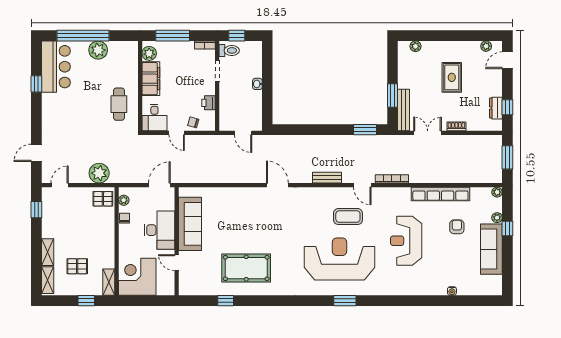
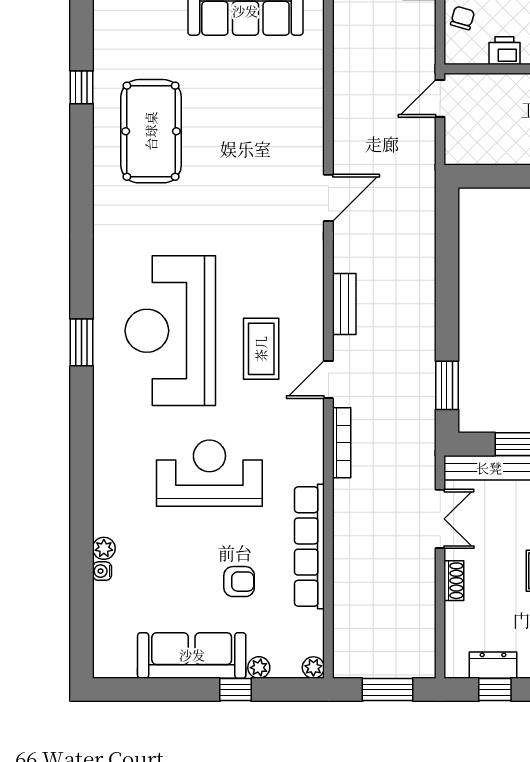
door: (243, 133) -> (440, 98), moved
reception desk: (339, 259) -> (170, 331), turned 180
plant: (441, 290) -> (104, 548), added

